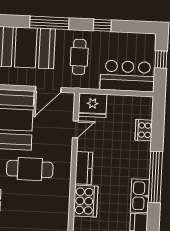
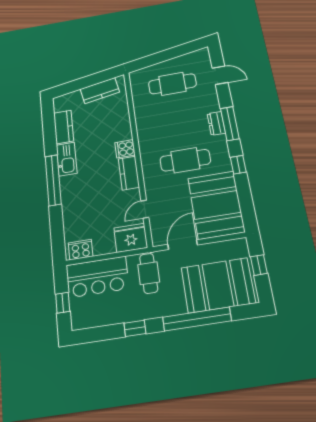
window: (49, 23) -> (197, 319), width x1.46
cafe table: (79, 57) -> (149, 273), moved
cooker: (144, 130) -> (81, 250), moved, turned -90
cooker: (86, 201) -> (125, 149), width x0.53, depth x0.76

